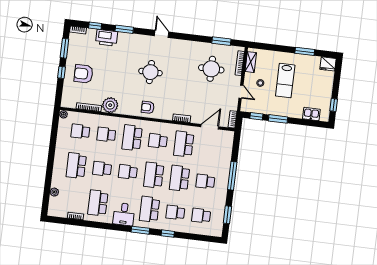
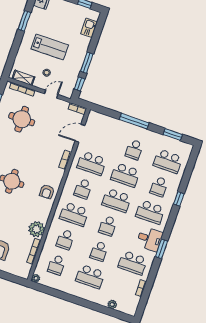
door: (210, 127) -> (80, 133), hinge flipped
school desk: (201, 216) -> (168, 161), width x1.85
window: (140, 230) -> (161, 249), moved

